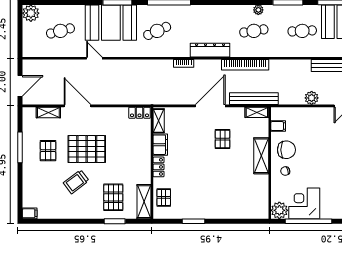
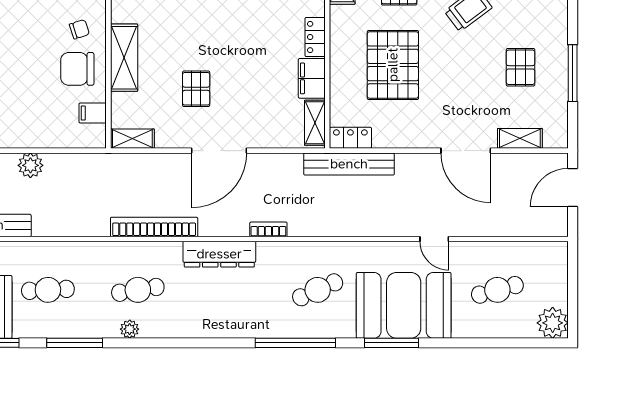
bench: (254, 99) -> (349, 164), moved
pallet: (87, 149) -> (393, 65), moved, turned 90

